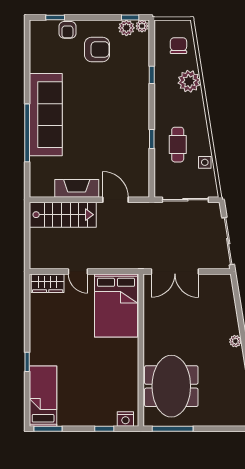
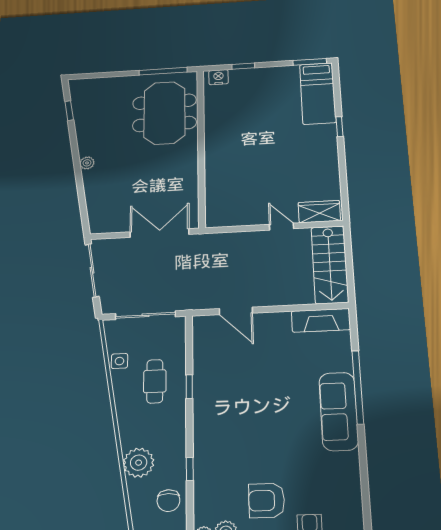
chair: (178, 46) -> (168, 501), moved
sofa: (46, 115) -> (339, 411), width x0.74, depth x0.79
fireplace: (77, 188) -> (321, 320), moved
stairs: (63, 215) -> (330, 265), moved, turned -90
bed: (116, 305) -> (232, 192), removed

